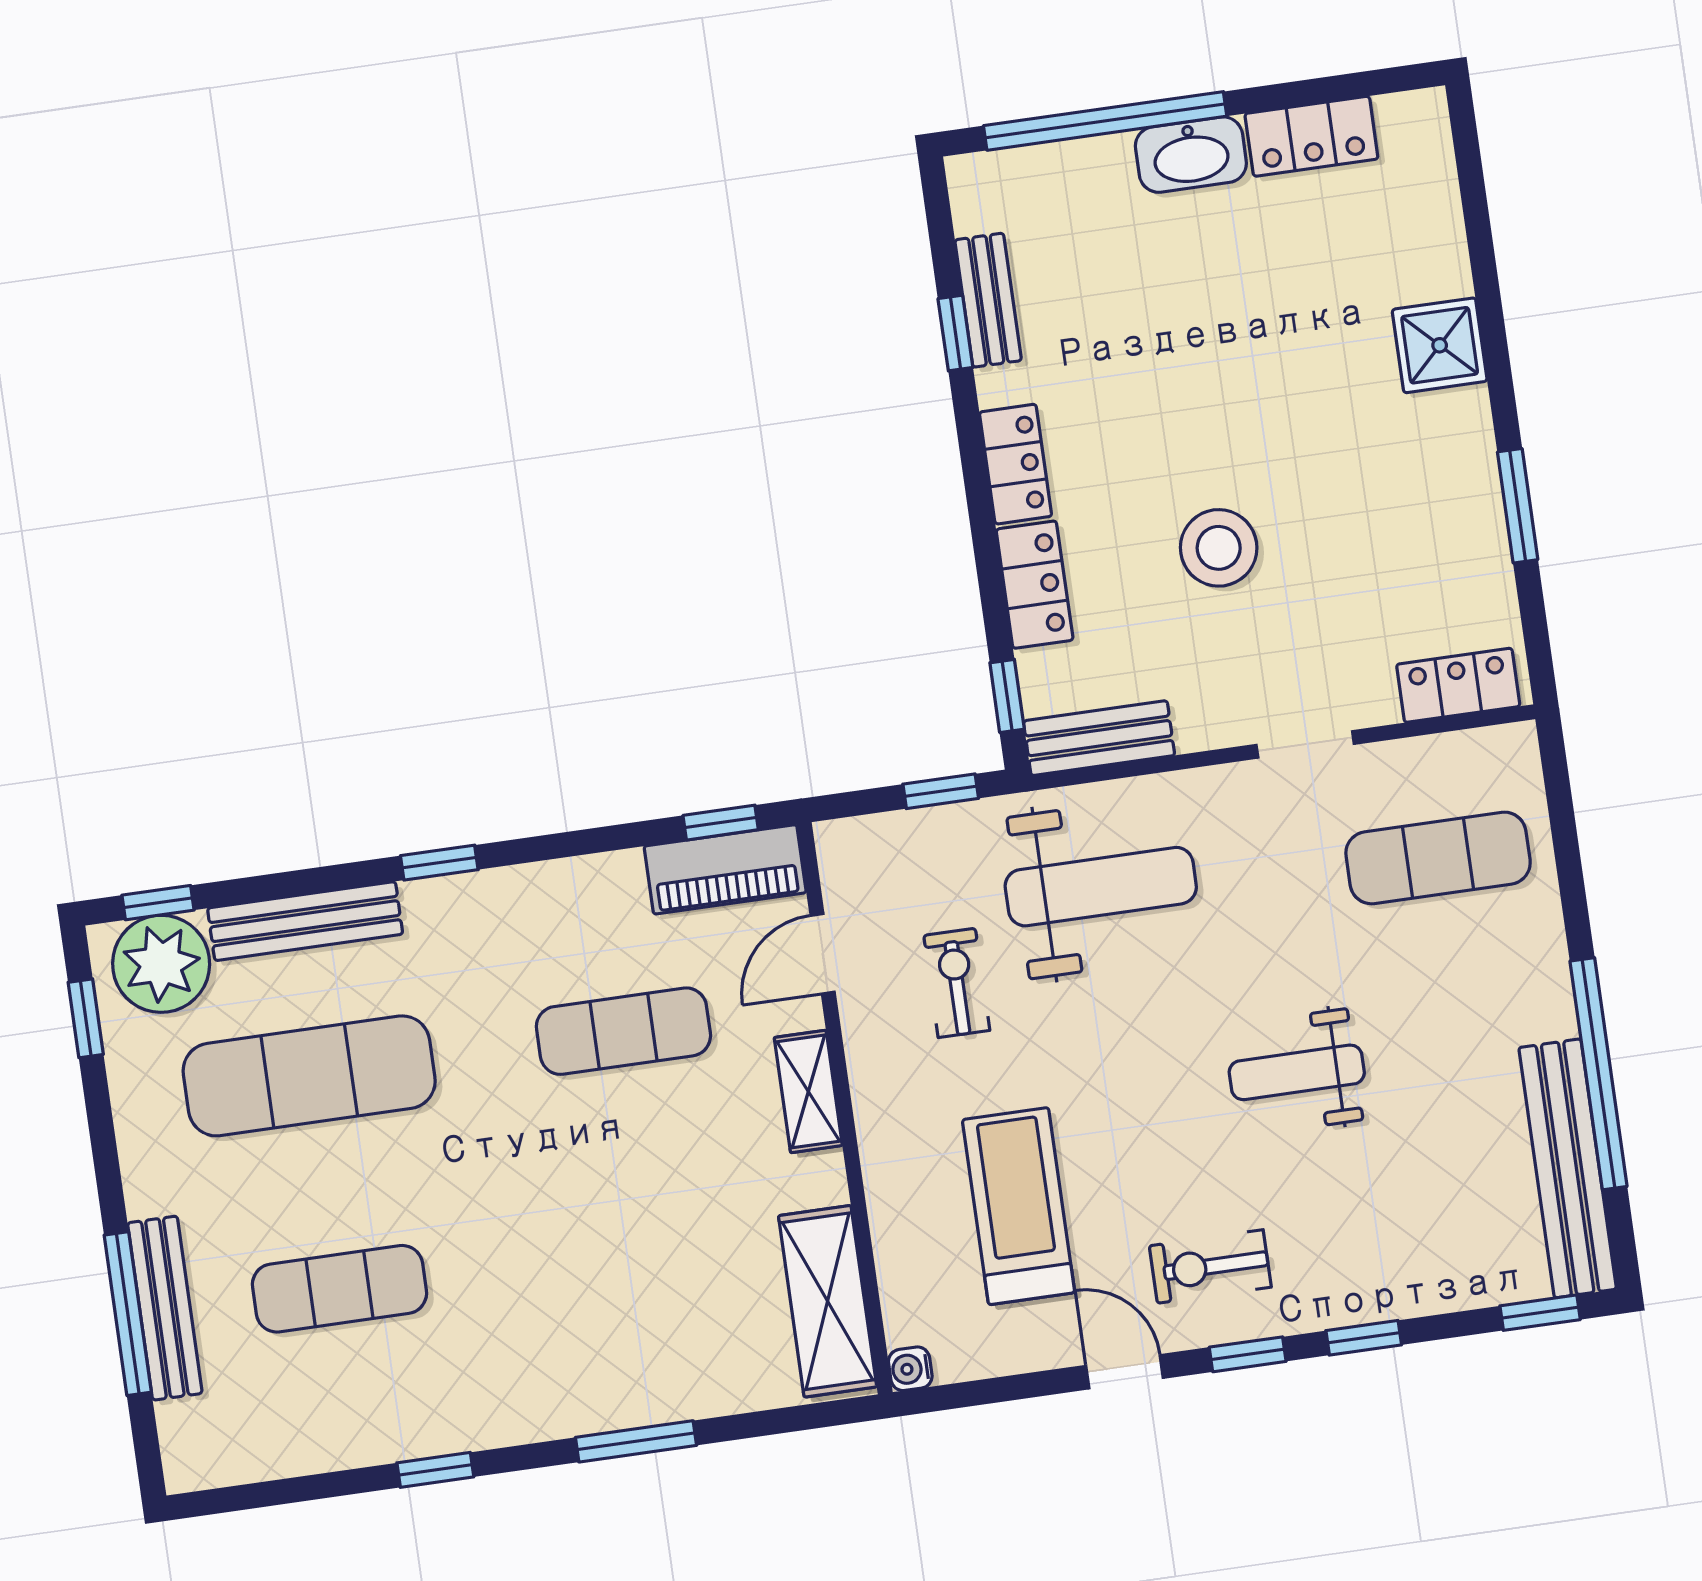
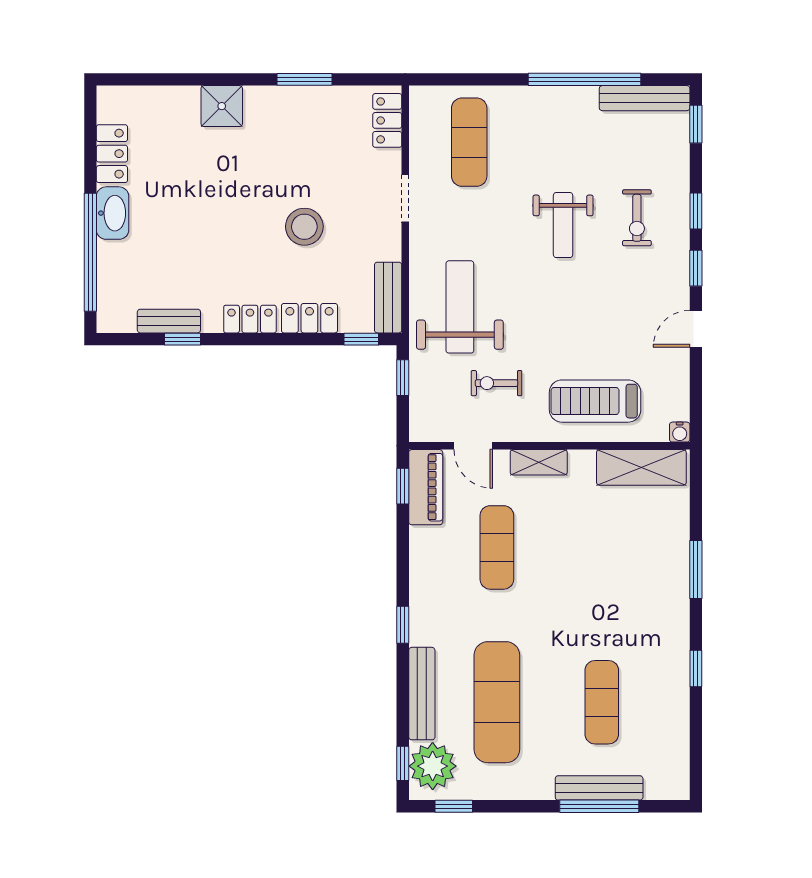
bench: (1568, 1168) -> (645, 98), width x0.73, depth x0.82
treadmill: (1019, 1206) -> (595, 401), moved
exercise bike: (1210, 1266) -> (637, 218), moved

